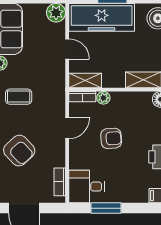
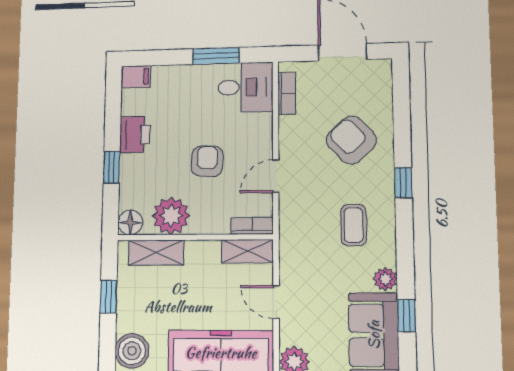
coffee table: (19, 97) -> (354, 225), turned 90
plant: (103, 98) -> (171, 216), moved, width x1.88, depth x1.88
armchair: (111, 138) -> (207, 161), turned 97

